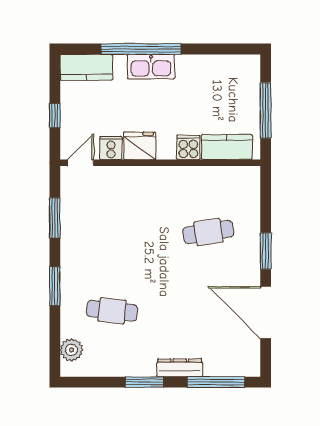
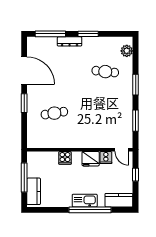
kitchen counter: (227, 147) -> (34, 191), moved, turned -90
door: (81, 163) -> (122, 150), hinge flipped

